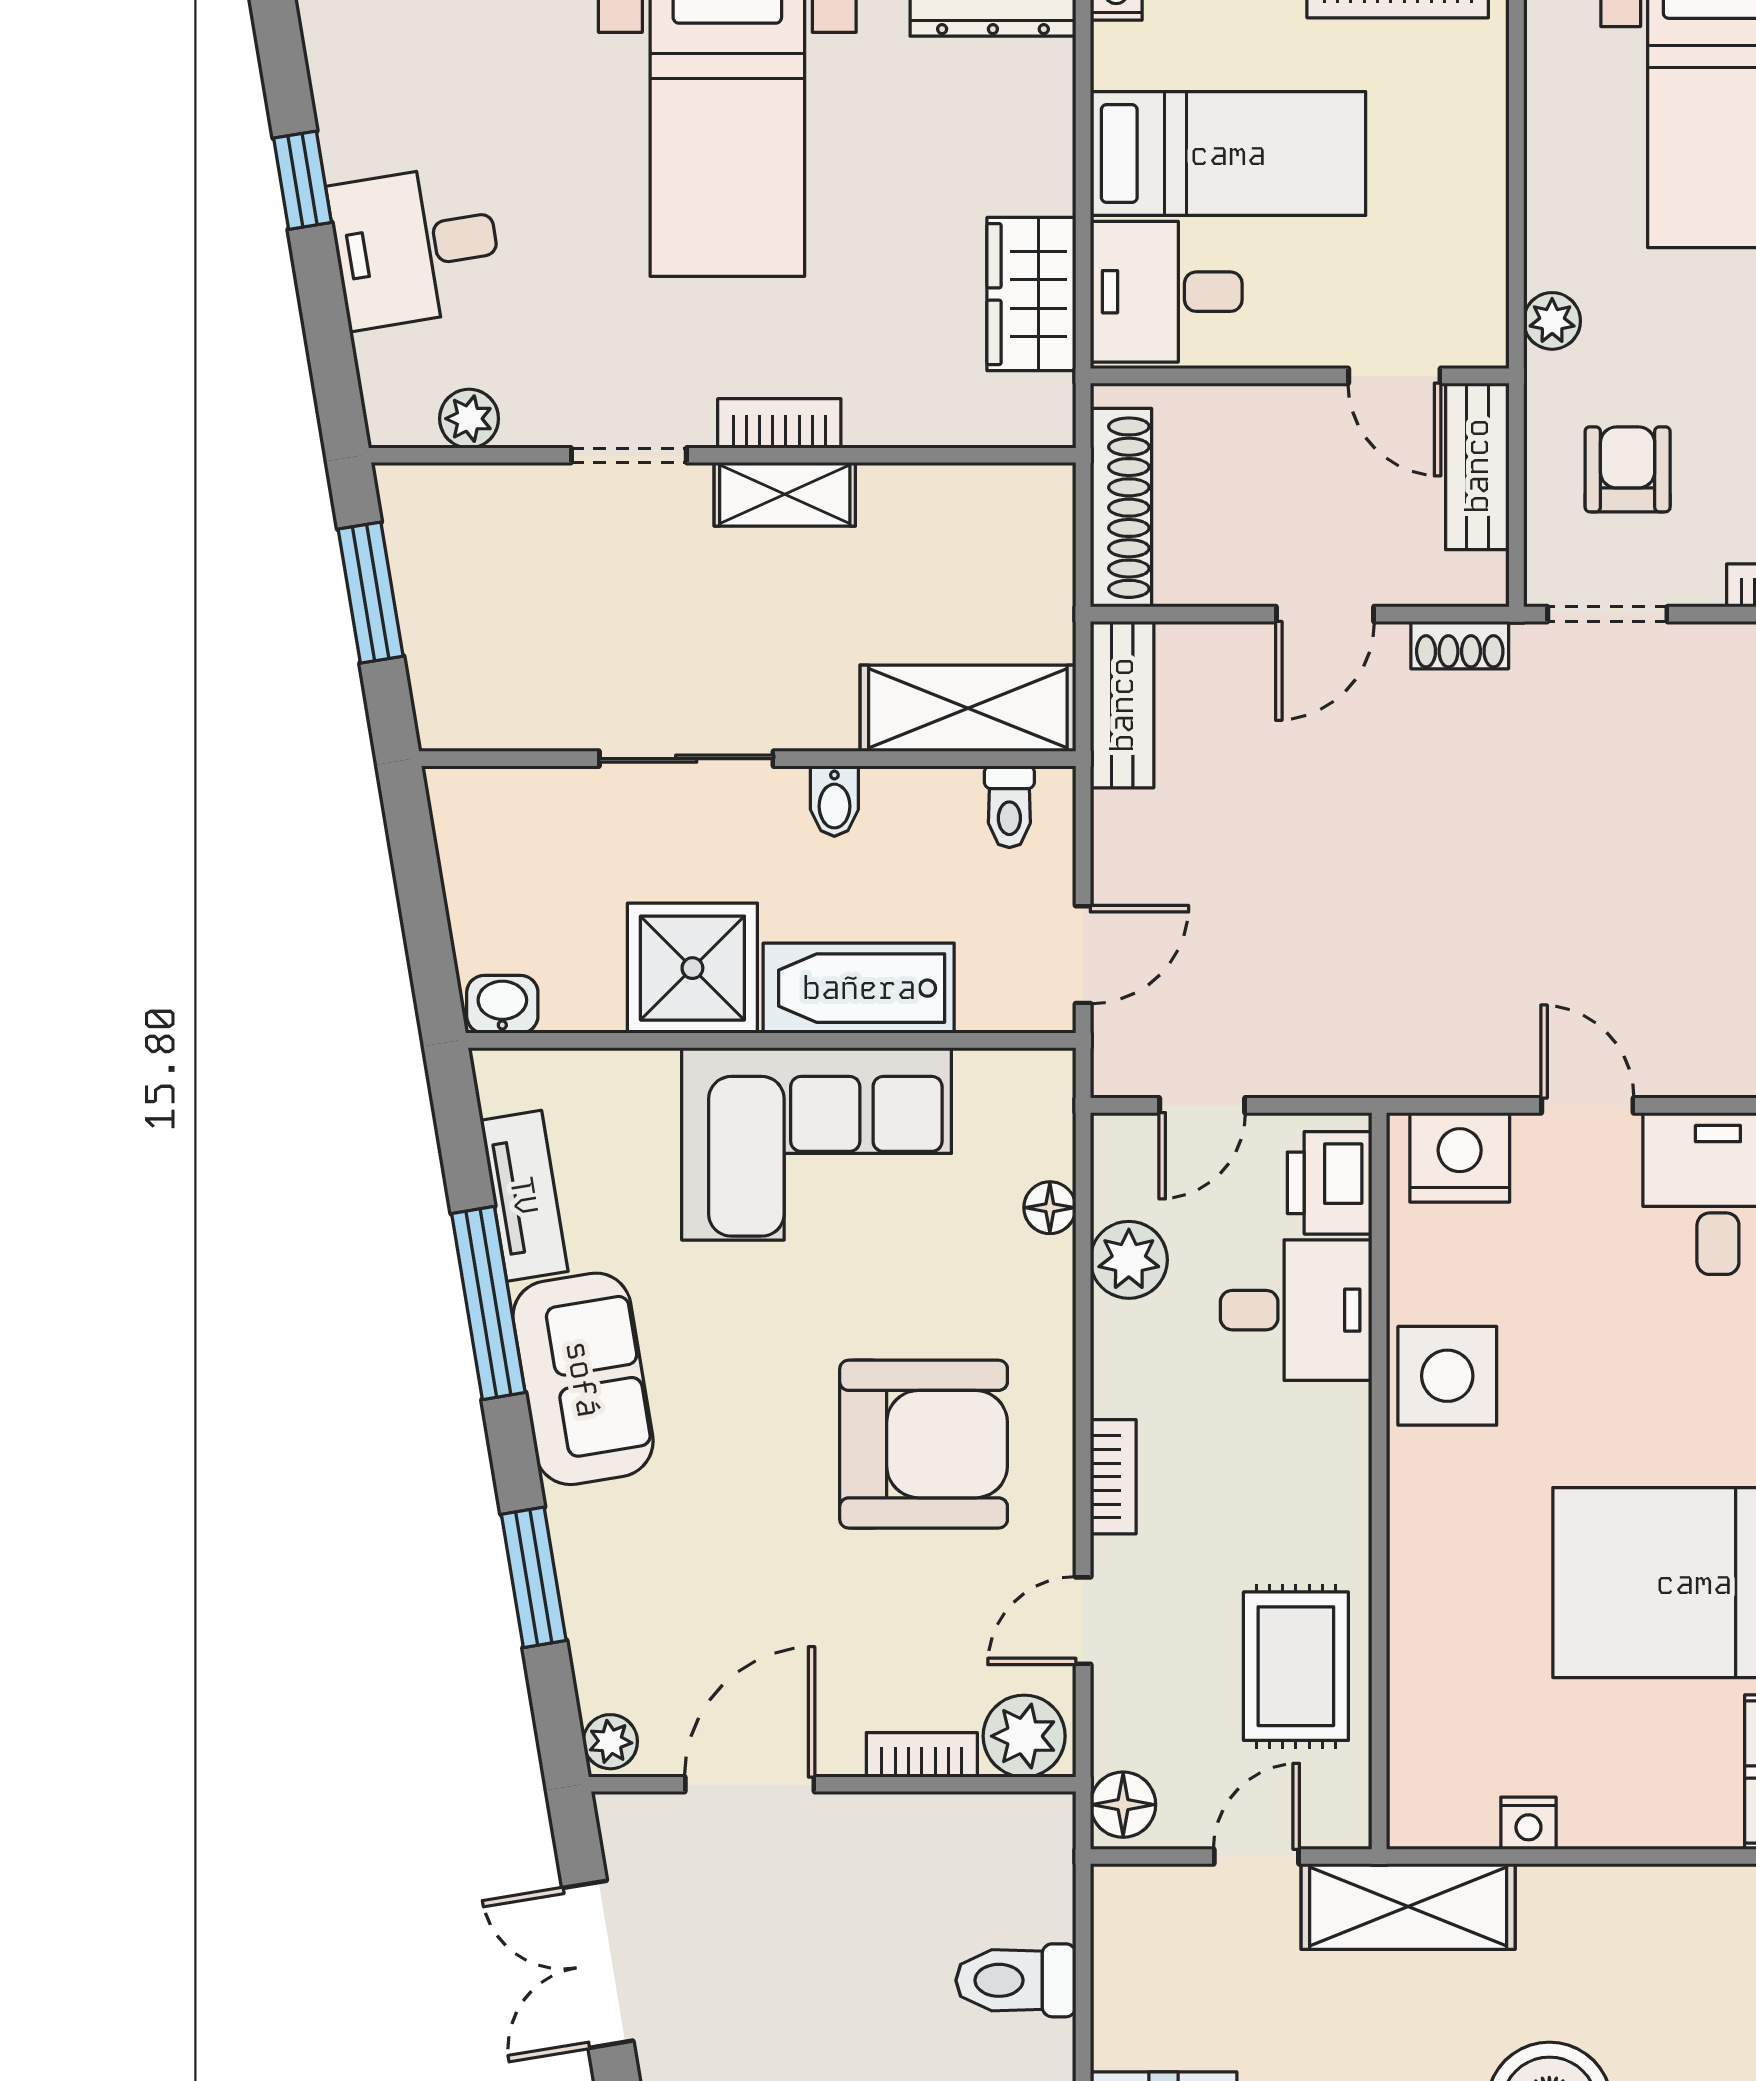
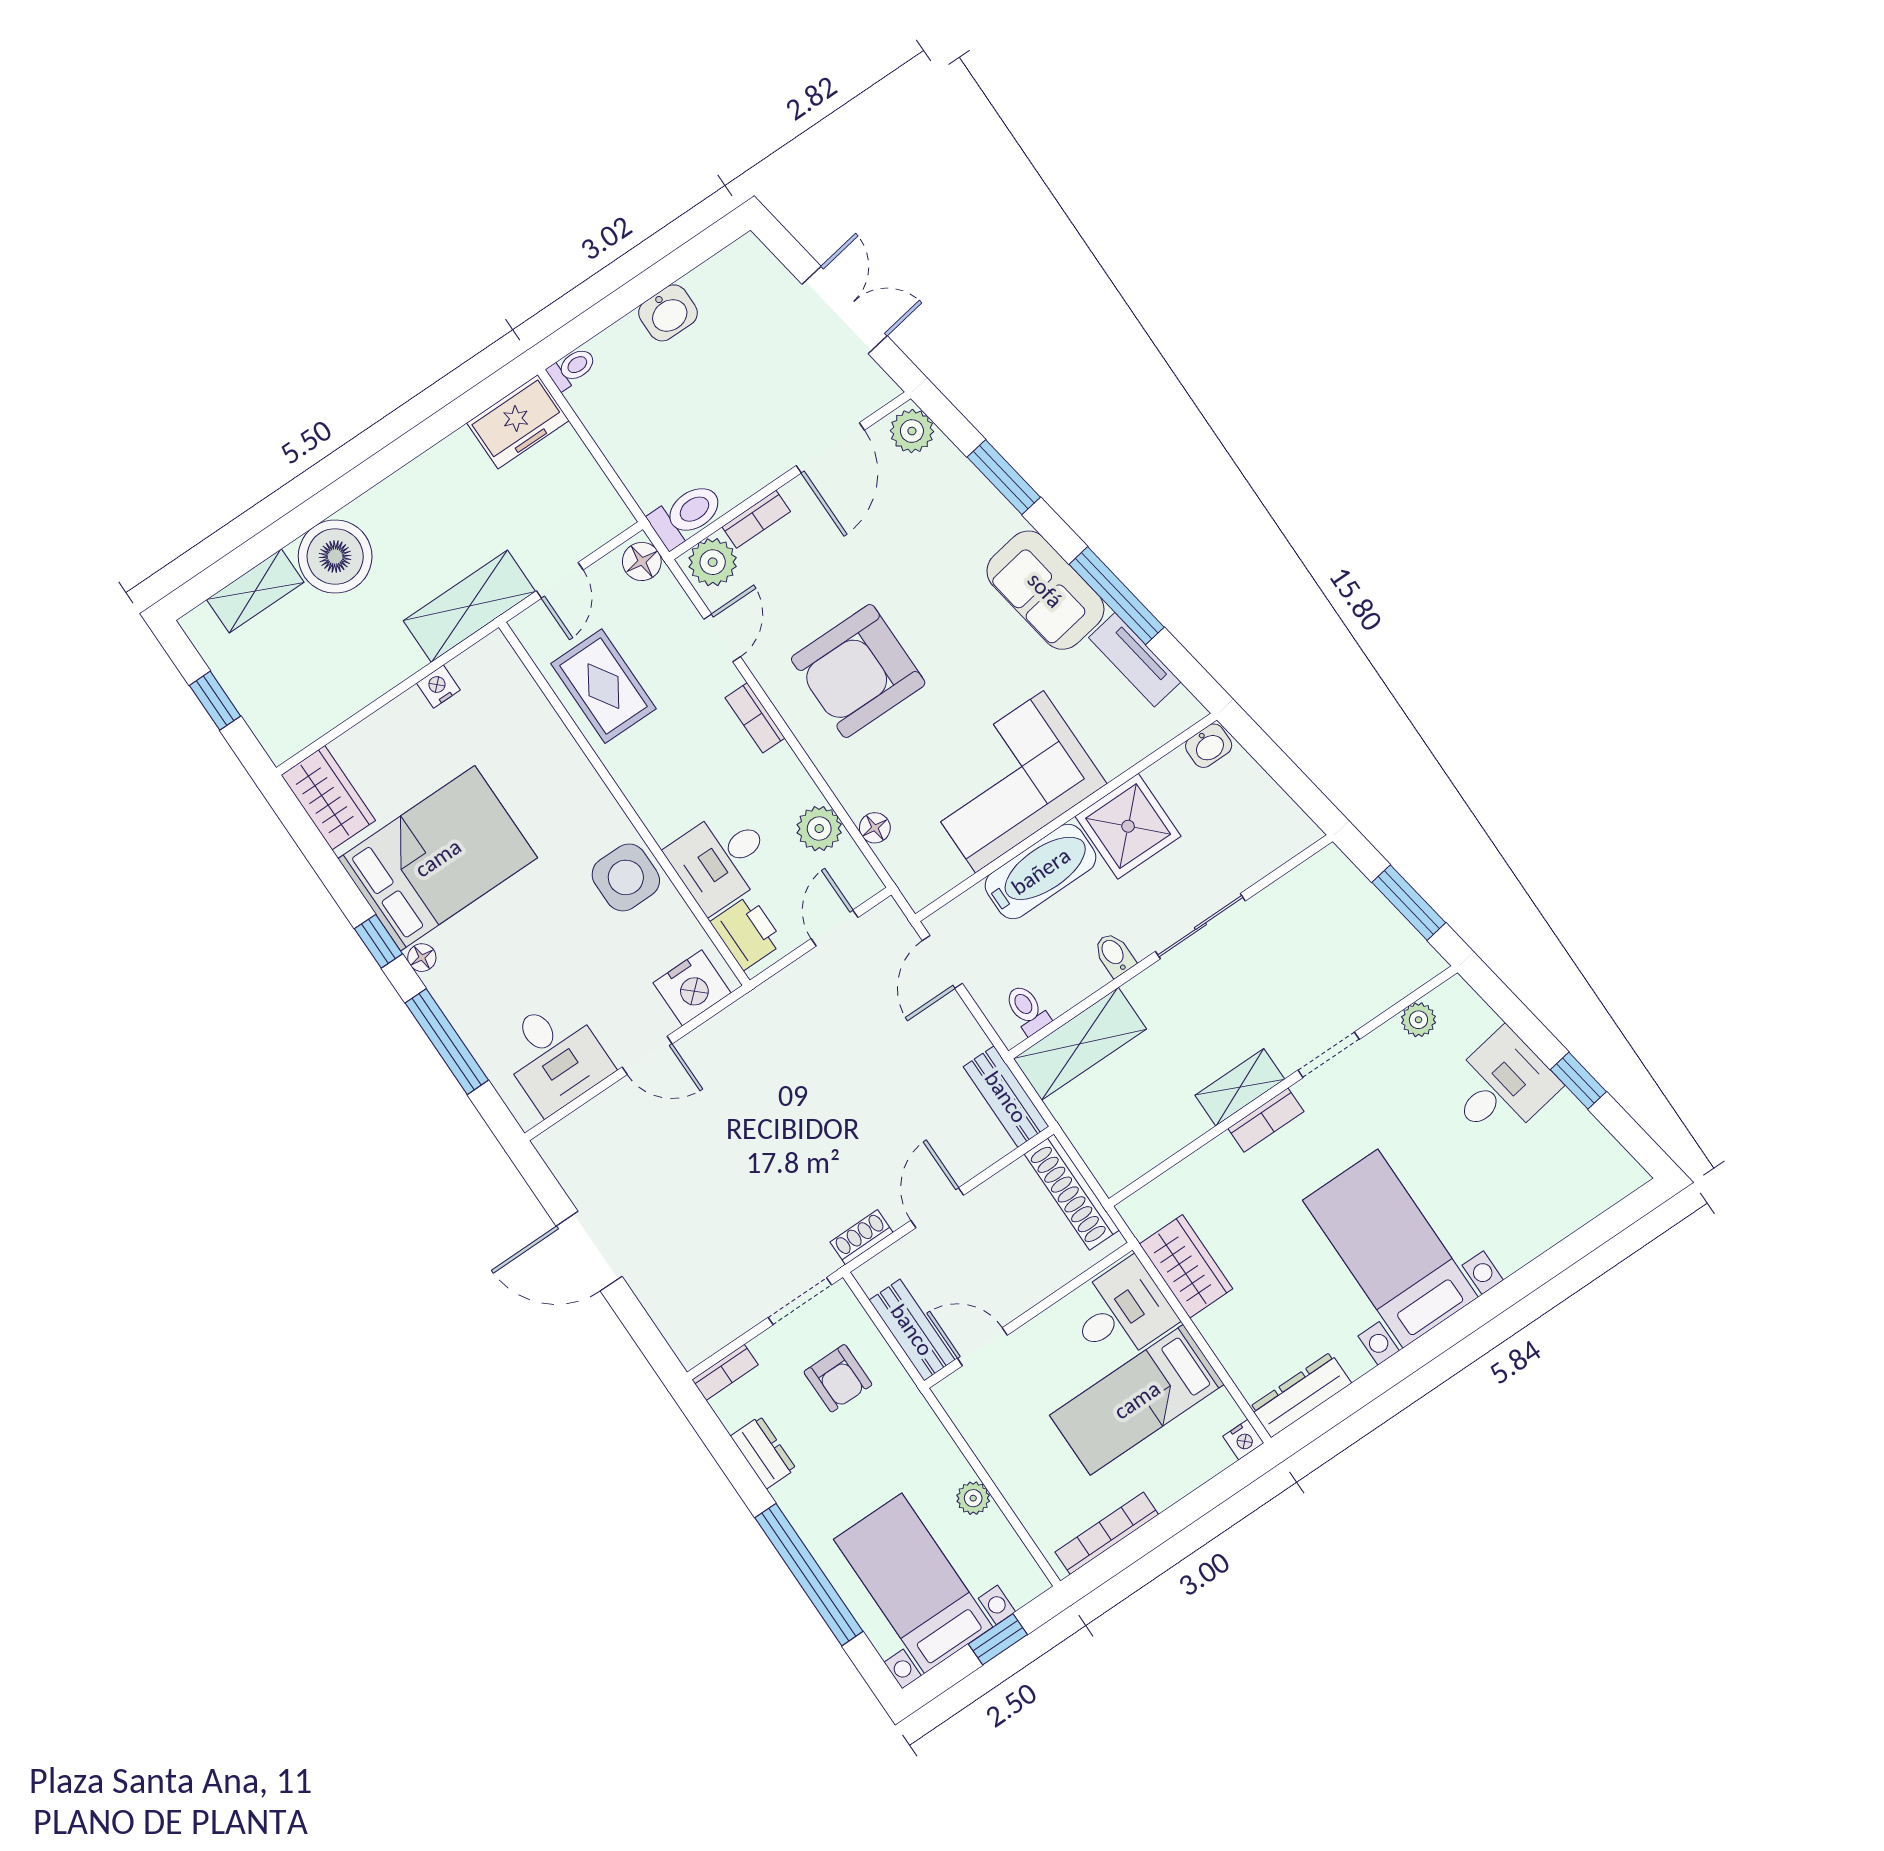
plant: (1552, 321) -> (973, 1498), moved
plant: (610, 1742) -> (912, 431), width x1.38, depth x1.38
toilet: (1016, 1980) -> (686, 515), moved

